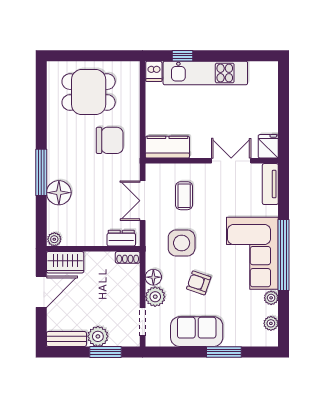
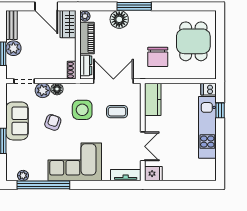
double door: (143, 201) -> (113, 81), width x1.37
piano: (84, 236) -> (87, 38), added
window: (284, 255) -> (43, 185), moved
plant: (271, 298) -> (42, 176), removed

